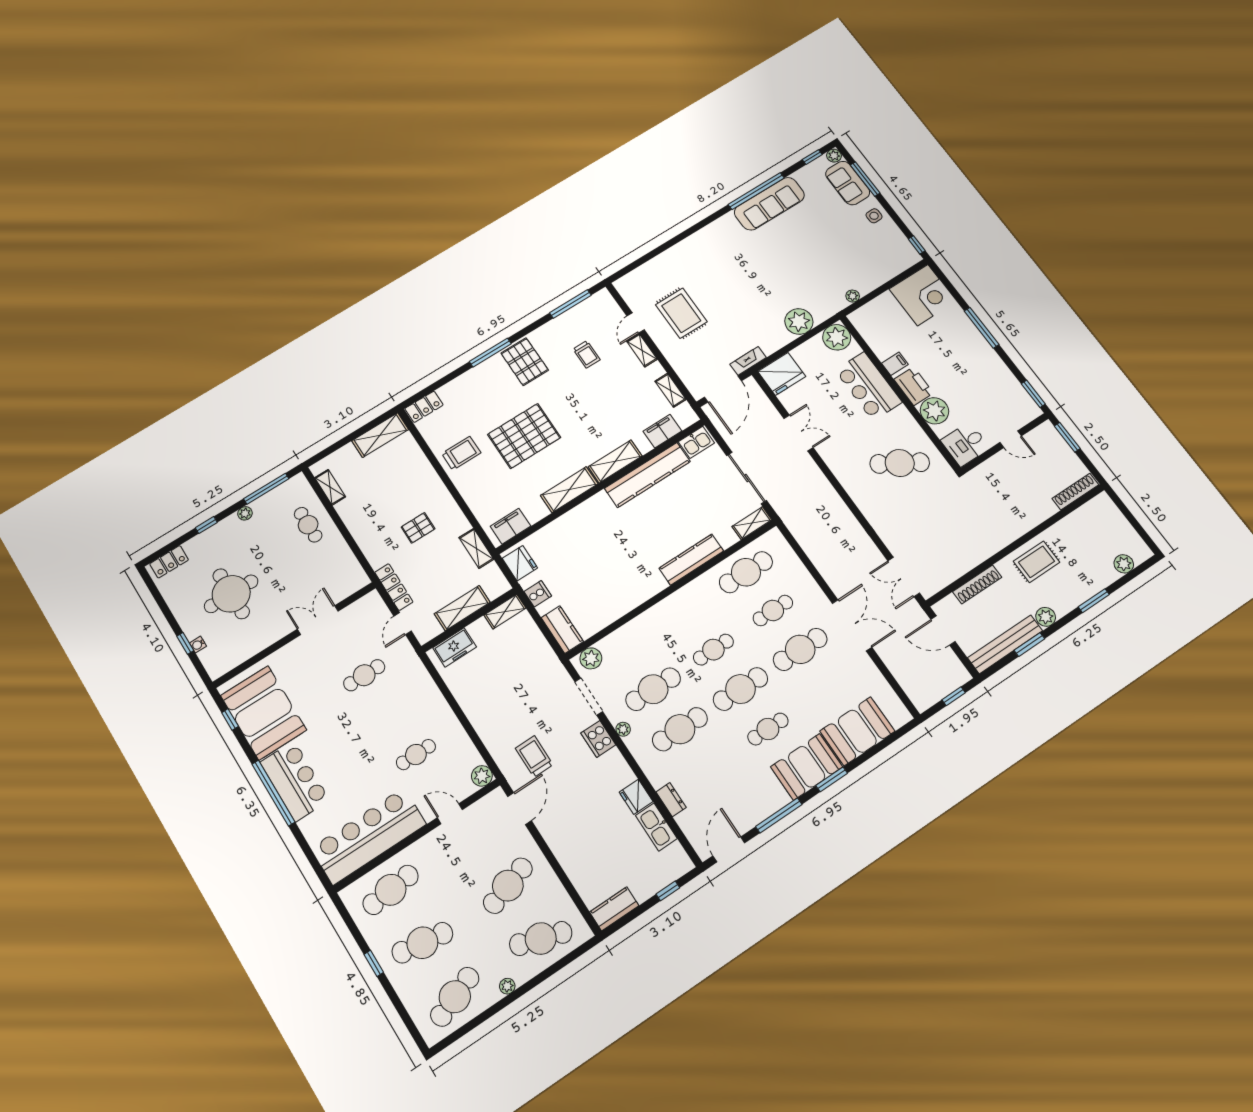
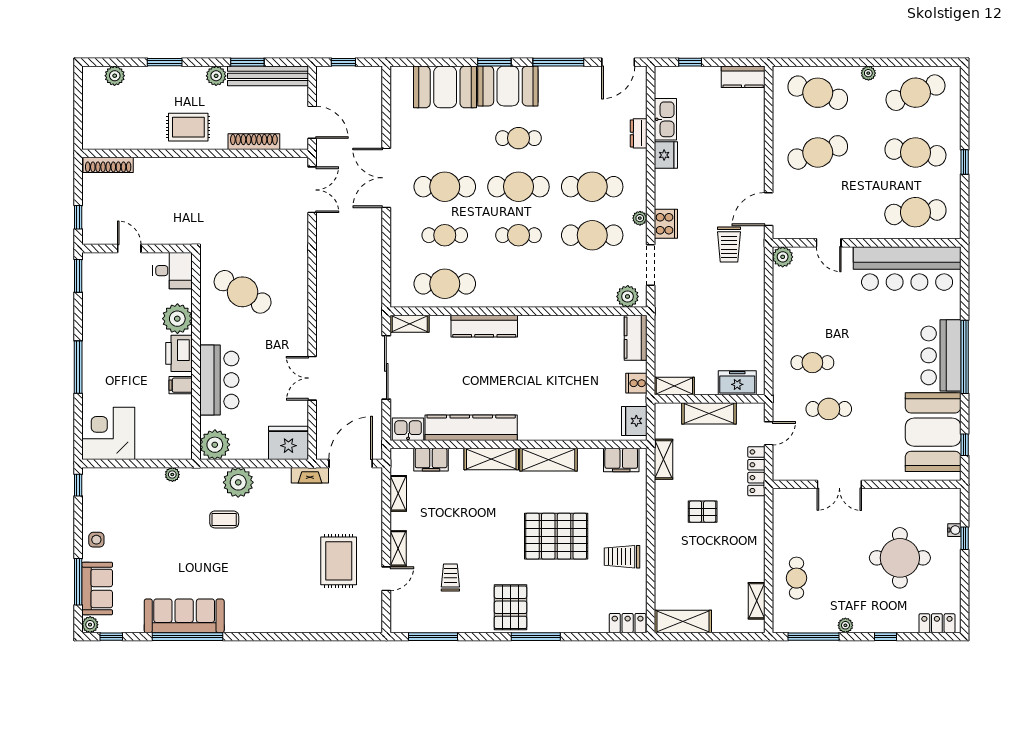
coffee table: (790, 289) -> (224, 519), added
window: (1067, 437) -> (78, 217), width x0.67
cafe table: (416, 755) -> (812, 363), moved

